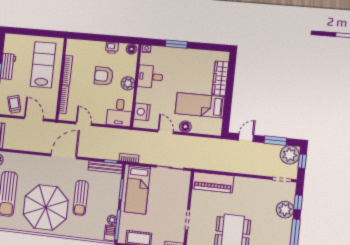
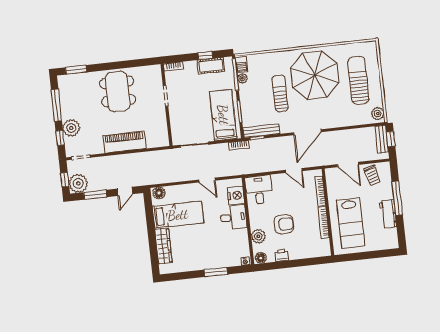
desk: (150, 77) -> (233, 217), moved
plant: (128, 83) -> (258, 236), moved
floor lamp: (185, 127) -> (159, 193), moved
piano: (213, 182) -> (125, 142), moved

